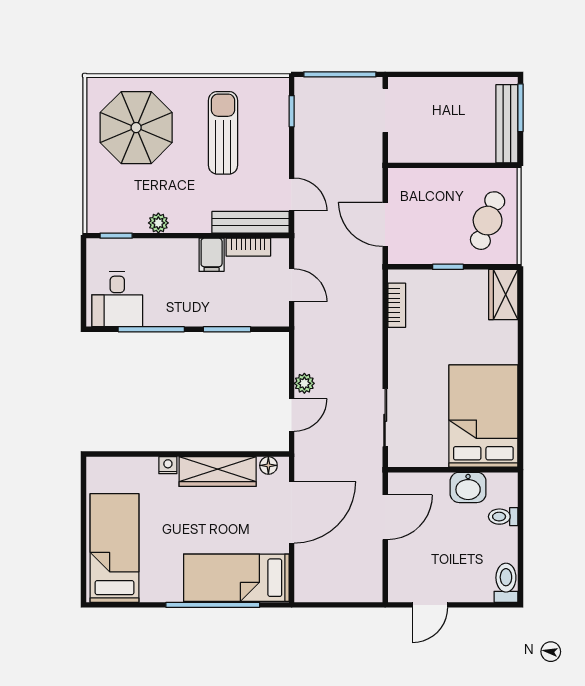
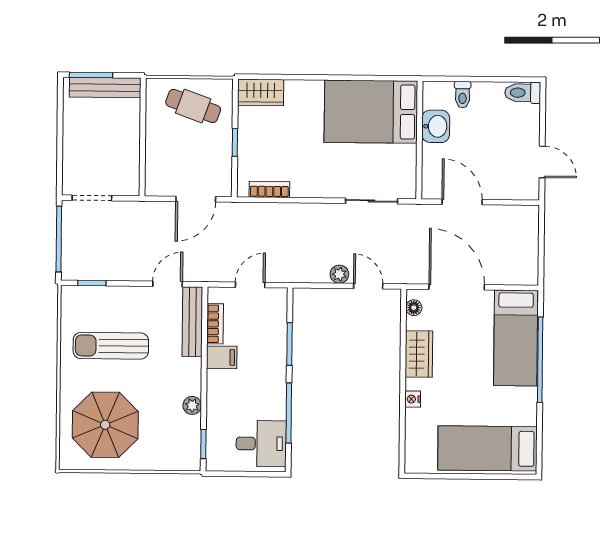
wardrobe: (218, 472) -> (419, 354), width x0.67

